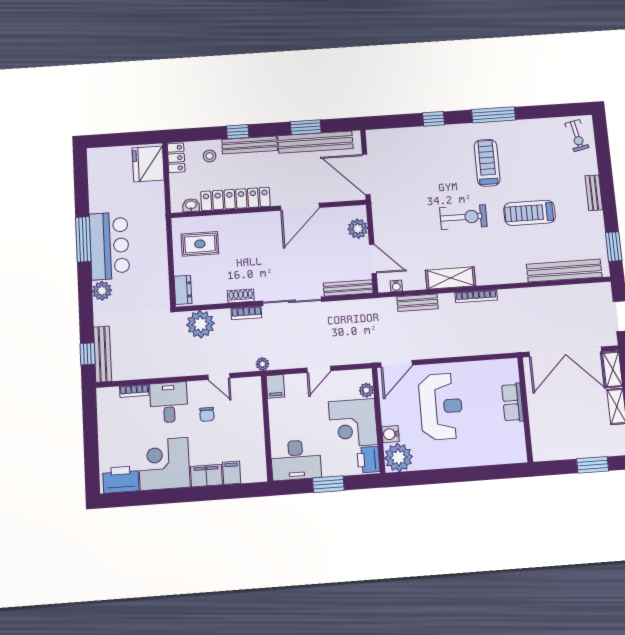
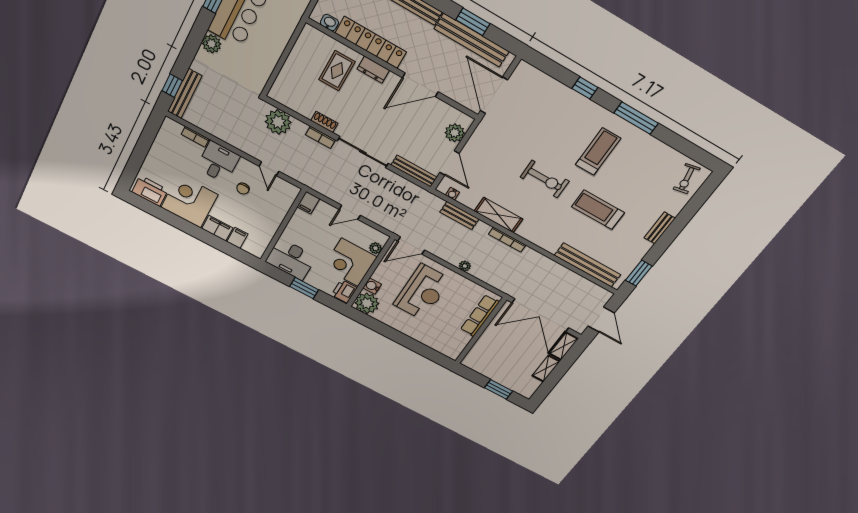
rug: (200, 244) -> (337, 71), moved, turned 90
dresser: (183, 290) -> (373, 70), moved, turned 90
plant: (263, 364) -> (465, 266), moved
row of seats: (513, 402) -> (480, 316), width x1.48

